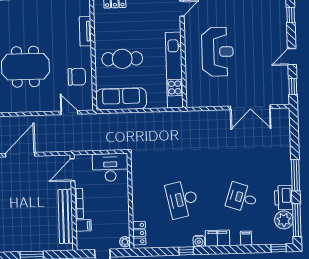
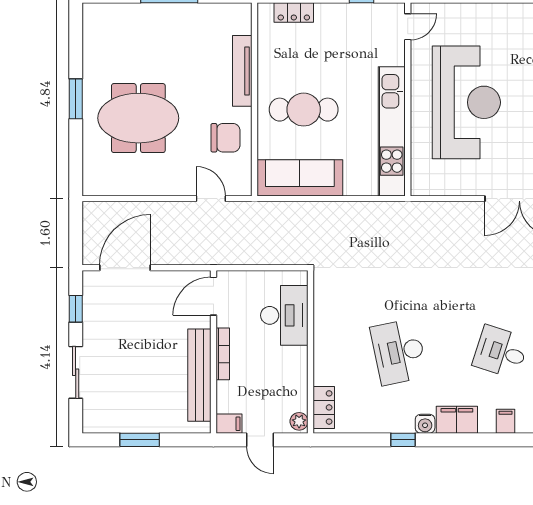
tv unit: (85, 31) -> (242, 71), width x1.41
reception desk: (217, 52) -> (466, 102), width x1.36, depth x1.30
desk: (110, 167) -> (284, 315), moved, turned 90
filing cabinet: (83, 225) -> (229, 424), moved

